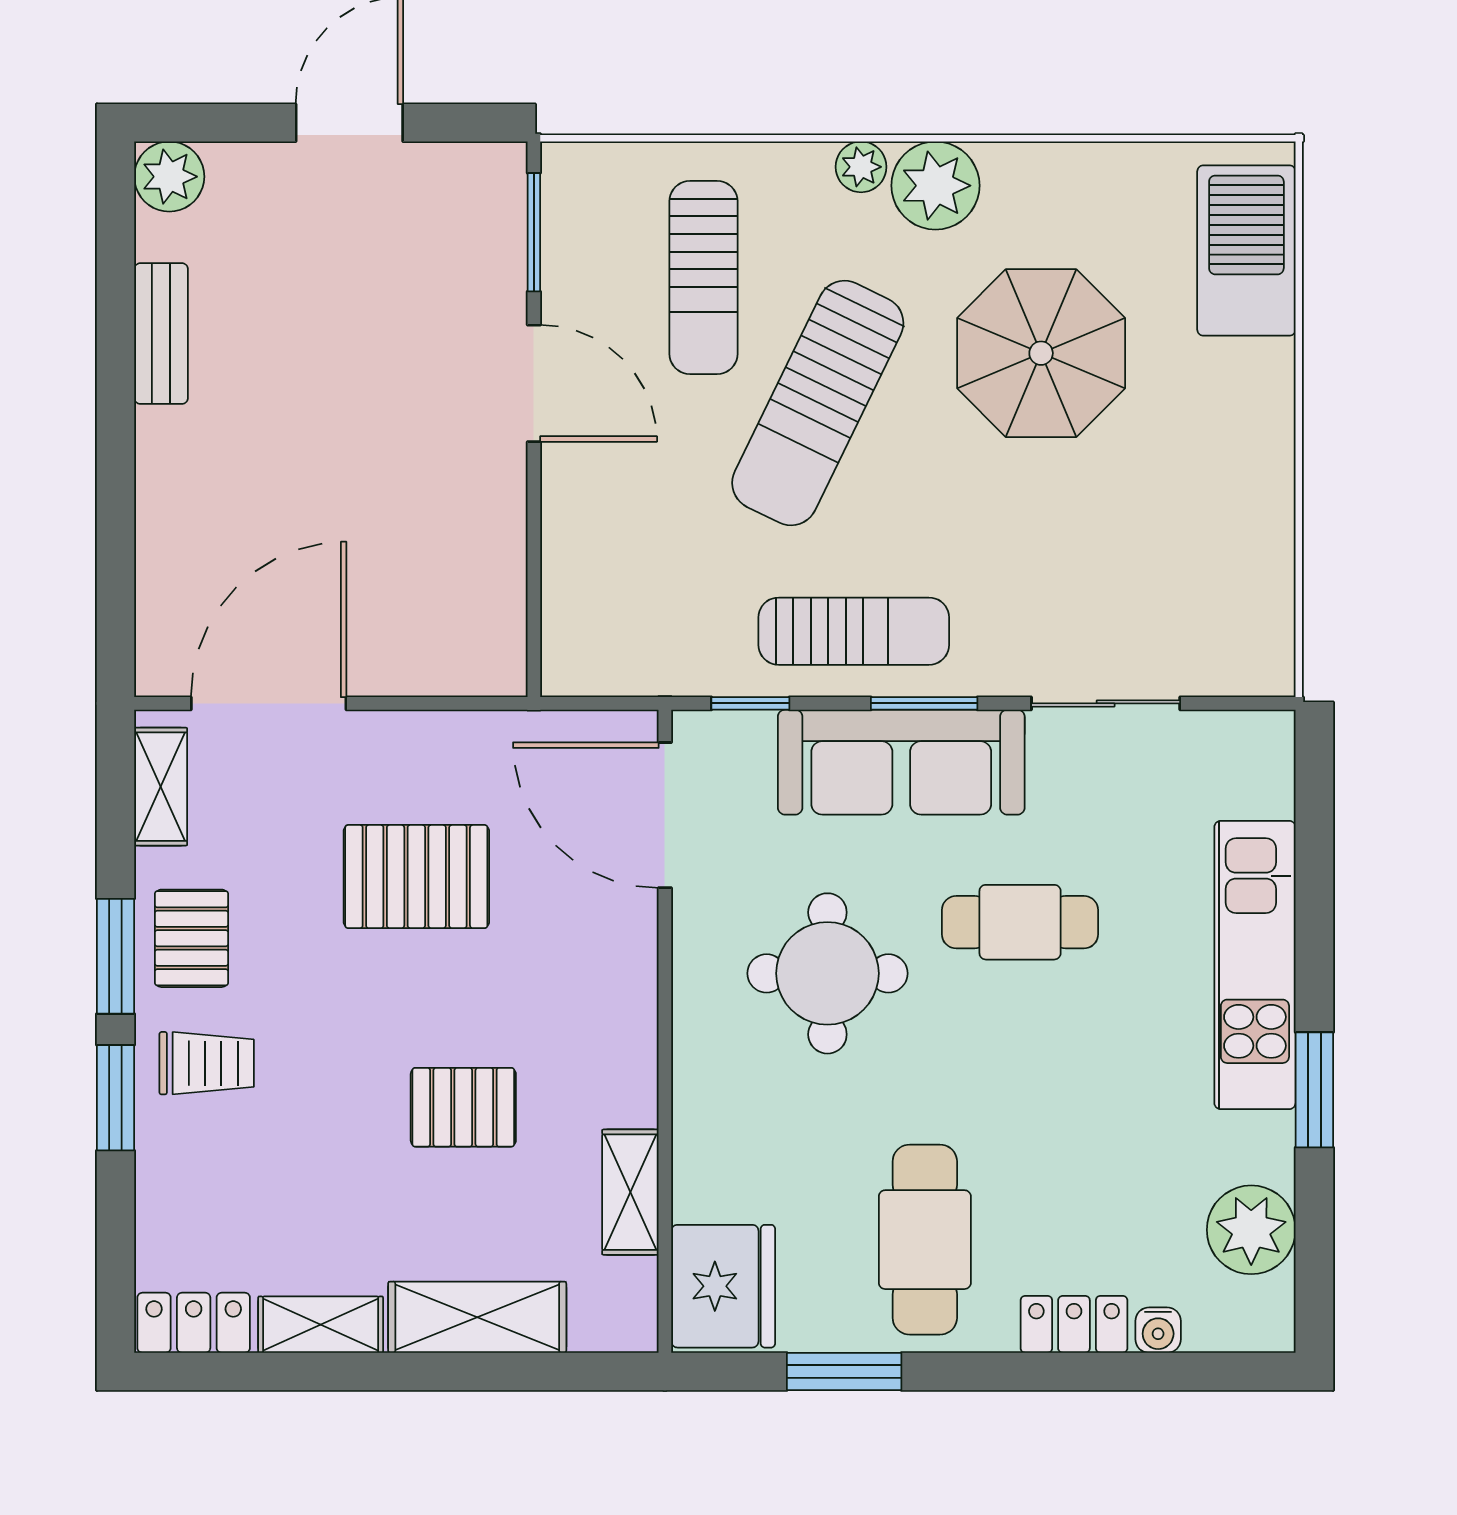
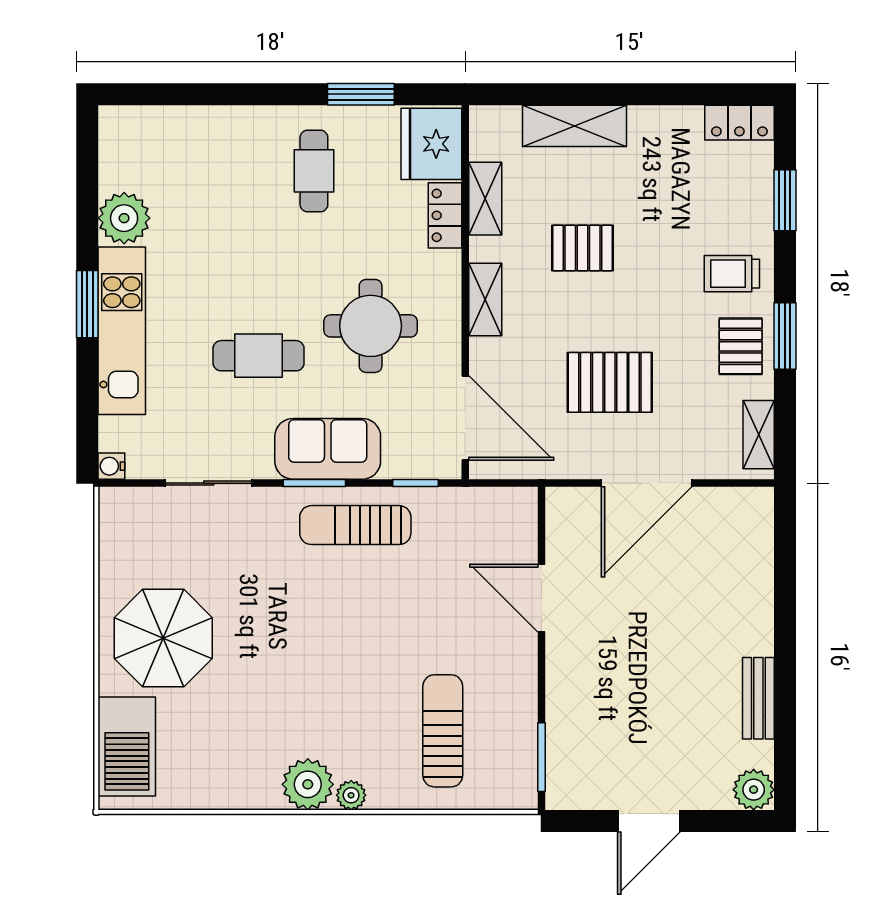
parasol: (1041, 353) -> (163, 638), moved
door: (534, 383) -> (541, 598), moved
sun lounger: (818, 403) -> (376, 658), removed
door: (269, 703) -> (647, 483), moved
sofa: (901, 762) -> (328, 449), width x0.73
window: (1314, 1090) -> (87, 304), moved
window: (115, 1098) -> (785, 200), moved
plant: (1251, 1230) -> (124, 218), moved
cafe table: (925, 1240) -> (314, 171), width x0.73, depth x0.74
locker: (1074, 1324) -> (445, 215), moved, turned 90
shelving: (321, 1325) -> (485, 299), moved, turned 90
water cooler: (1158, 1330) -> (111, 466), moved, turned -90

